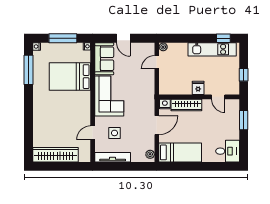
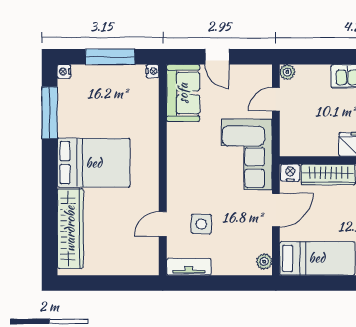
bed: (70, 77) -> (94, 163), moved, turned 180
corner sofa: (109, 96) -> (247, 154), moved, turned 180
wardrobe: (56, 155) -> (70, 229), moved, turned 90
tv unit: (113, 157) -> (189, 267), width x0.71

